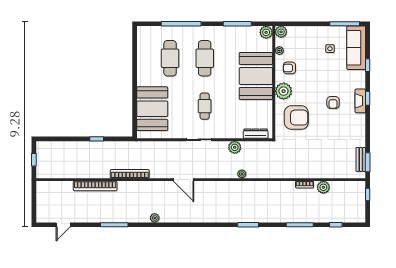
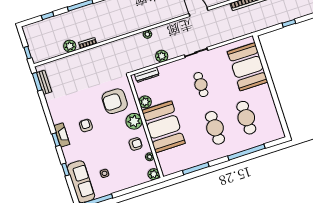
plant: (266, 32) -> (145, 102), moved

